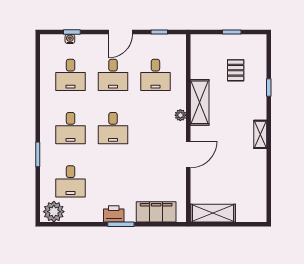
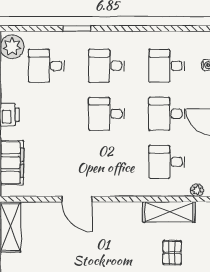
pallet: (236, 70) -> (172, 253), turned 90
shelving: (200, 102) -> (169, 212), moved
plant: (180, 115) -> (197, 190), moved

